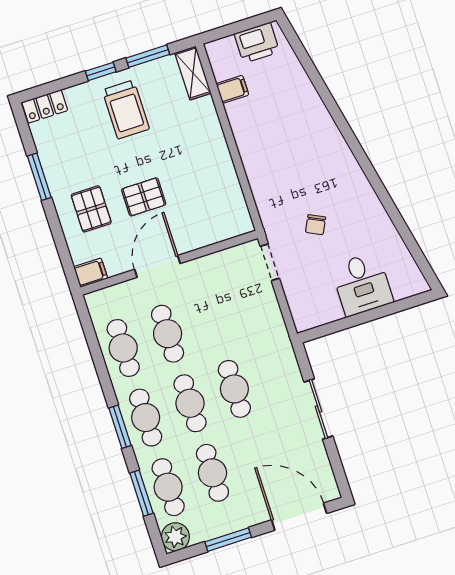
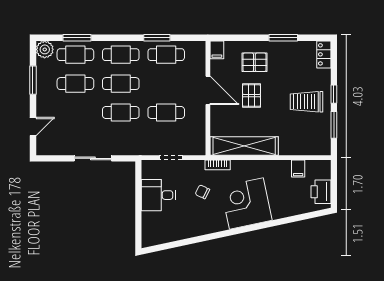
shelving: (193, 73) -> (244, 146), moved, width x2.20, depth x1.33
corner desk: (312, 151) -> (246, 203), added
bookcase: (267, 215) -> (218, 165), added
doorway: (270, 262) -> (171, 158), moved
desk: (362, 284) -> (158, 195), moved
cafe table: (168, 334) -> (166, 112), moved
window: (120, 427) -> (157, 38), moved
door: (299, 517) -> (33, 126), width x0.53

